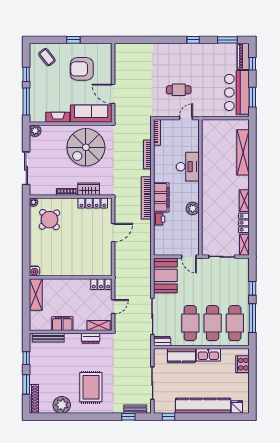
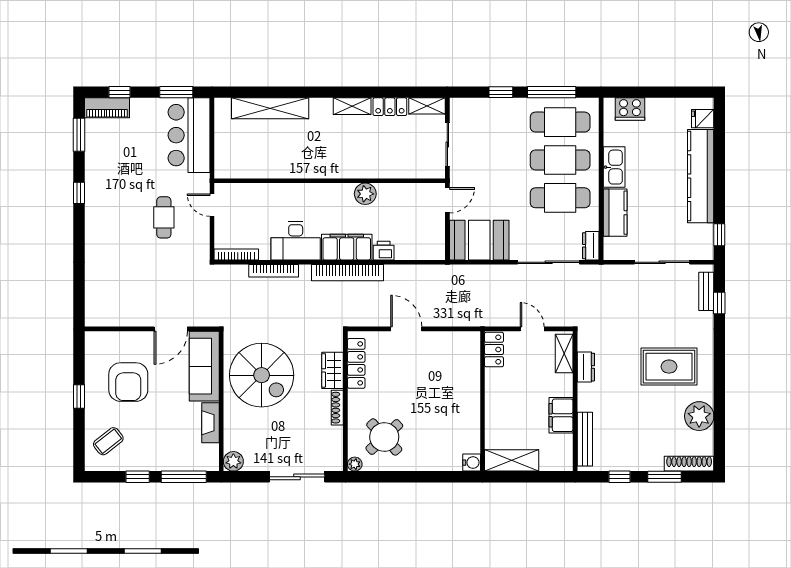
bar counter: (237, 92) -> (189, 135), moved, turned 90
desk: (188, 167) -> (296, 241), moved, turned 180

